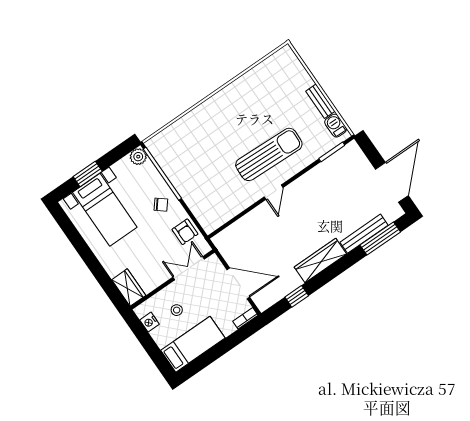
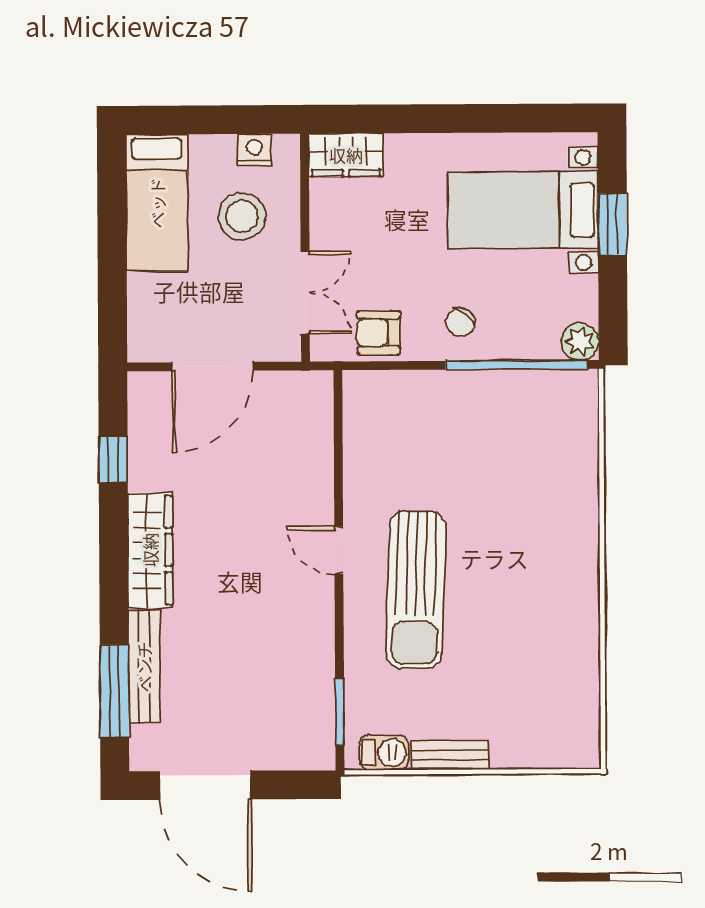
stool: (177, 310) -> (242, 216), width x1.89, depth x1.89
bookcase: (245, 318) -> (138, 335), removed

